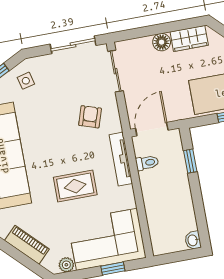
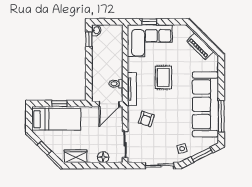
floor lamp: (162, 42) -> (103, 157), moved
sliding door: (73, 45) -> (159, 166), moved
window: (190, 161) -> (89, 39), moved
rug: (75, 186) -> (163, 77), turned 90
plant: (66, 265) -> (178, 29), removed

